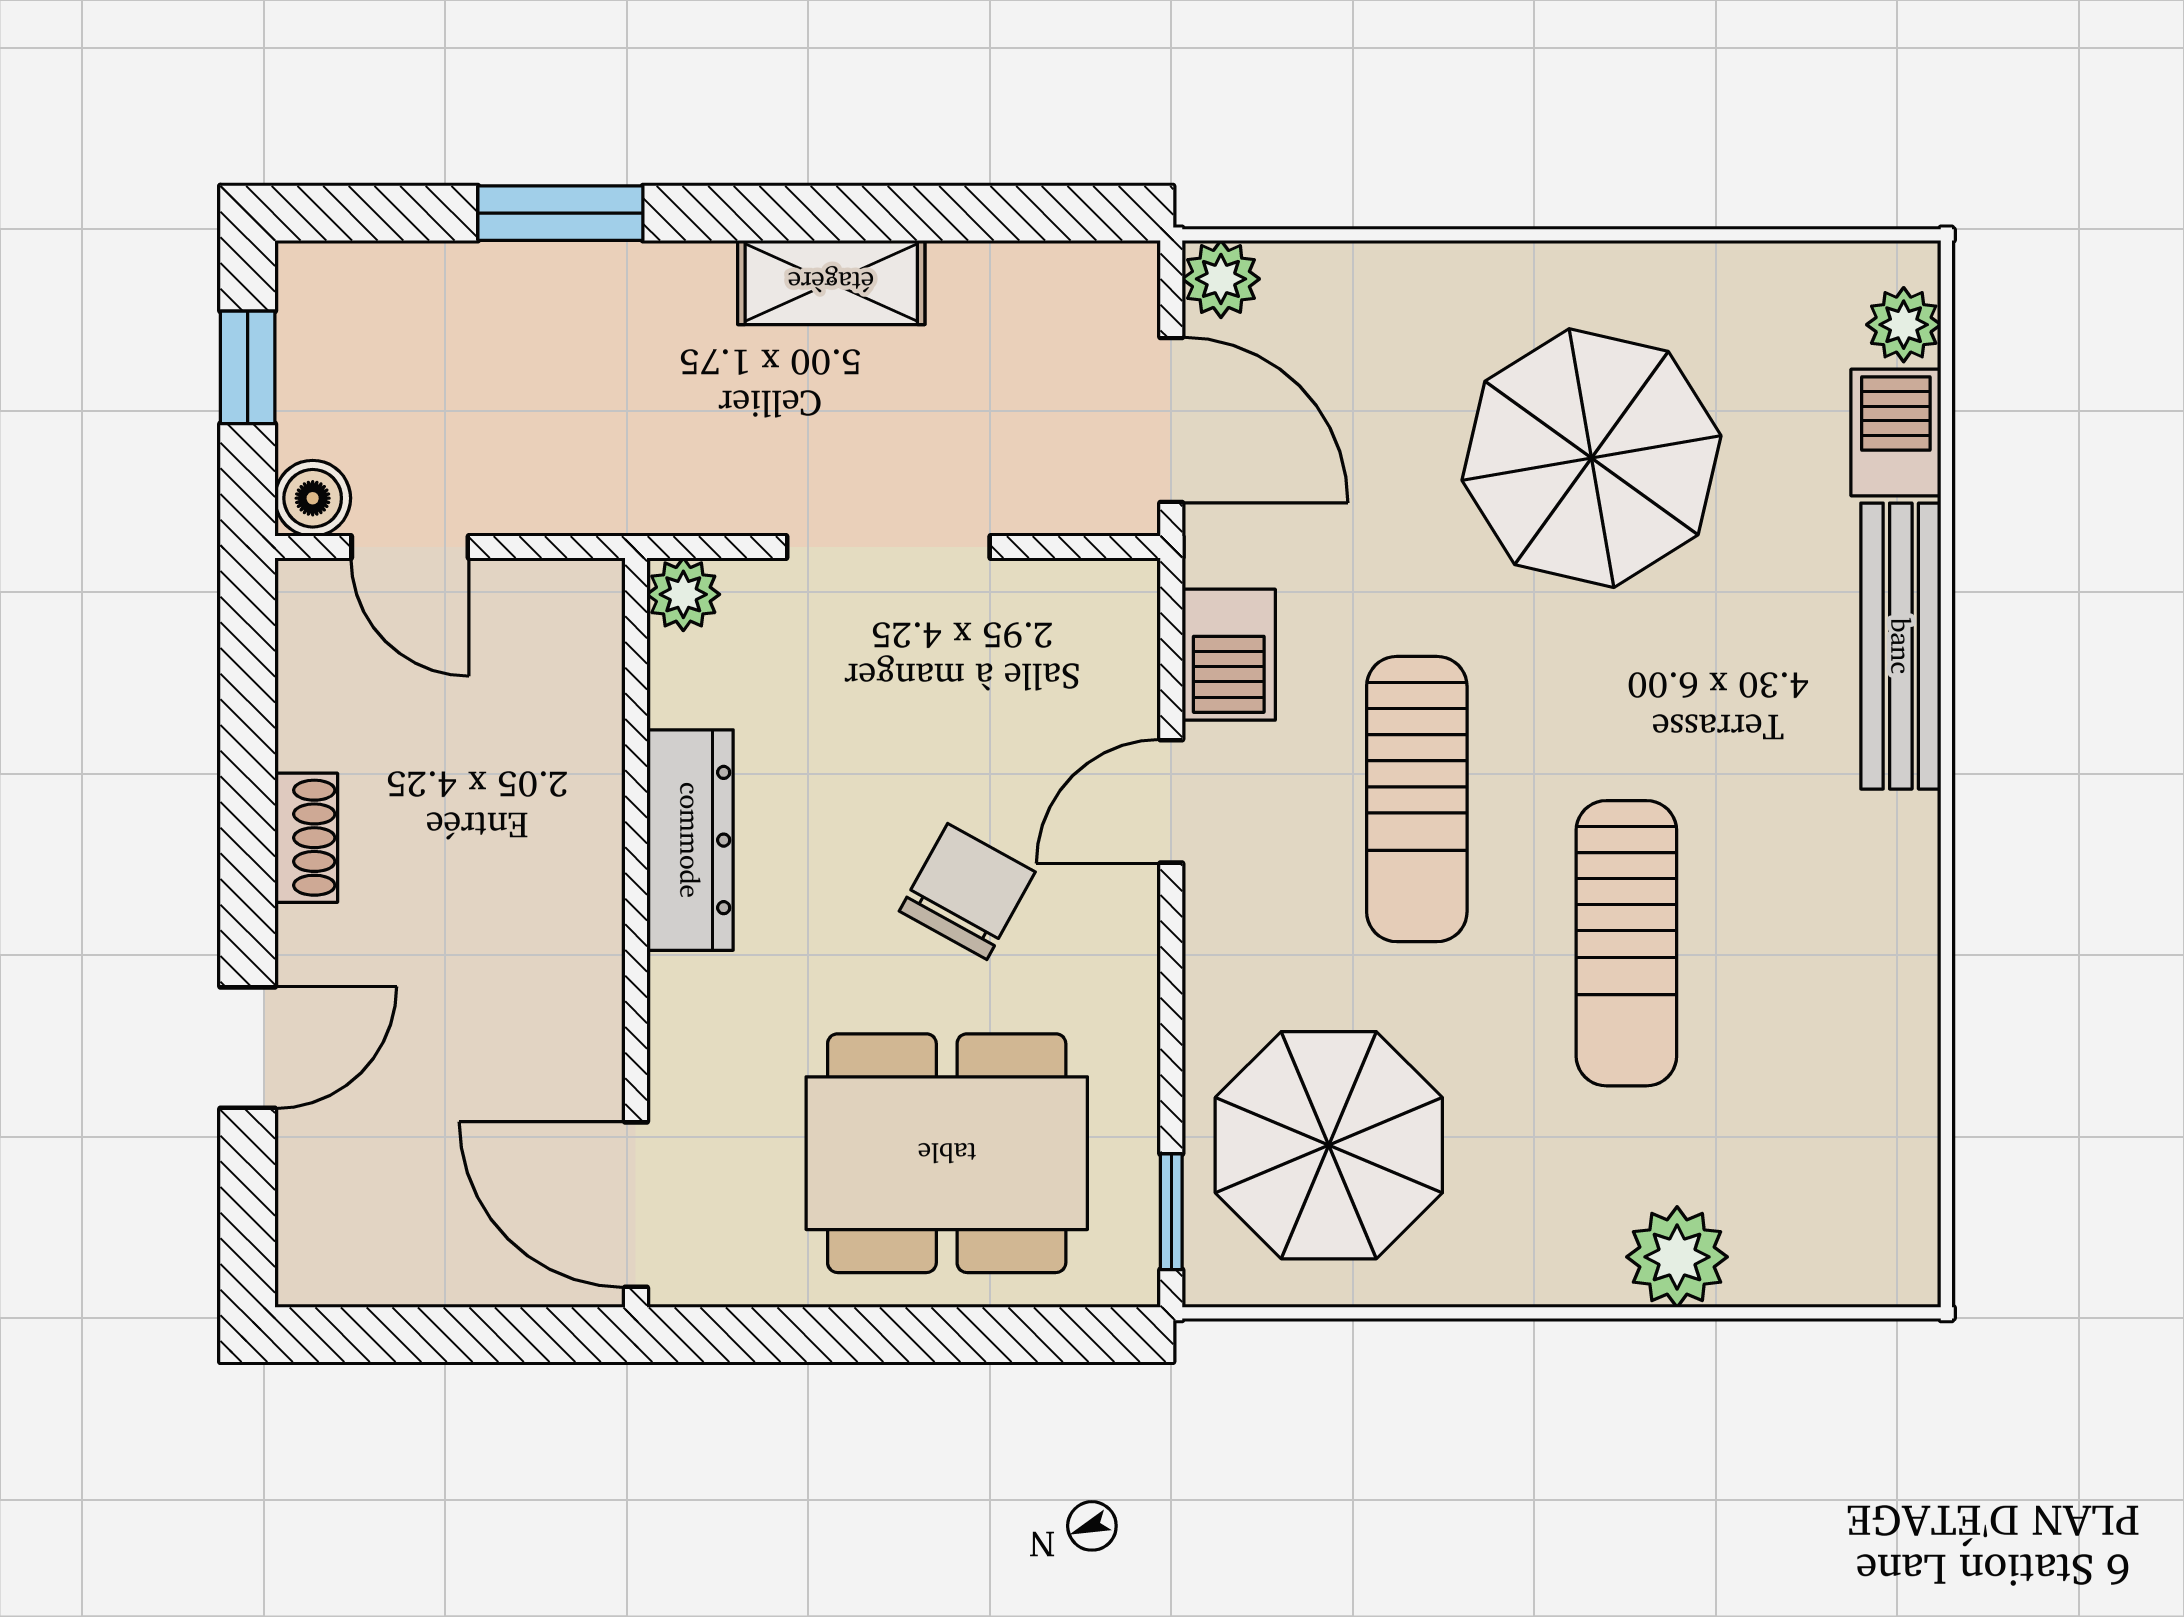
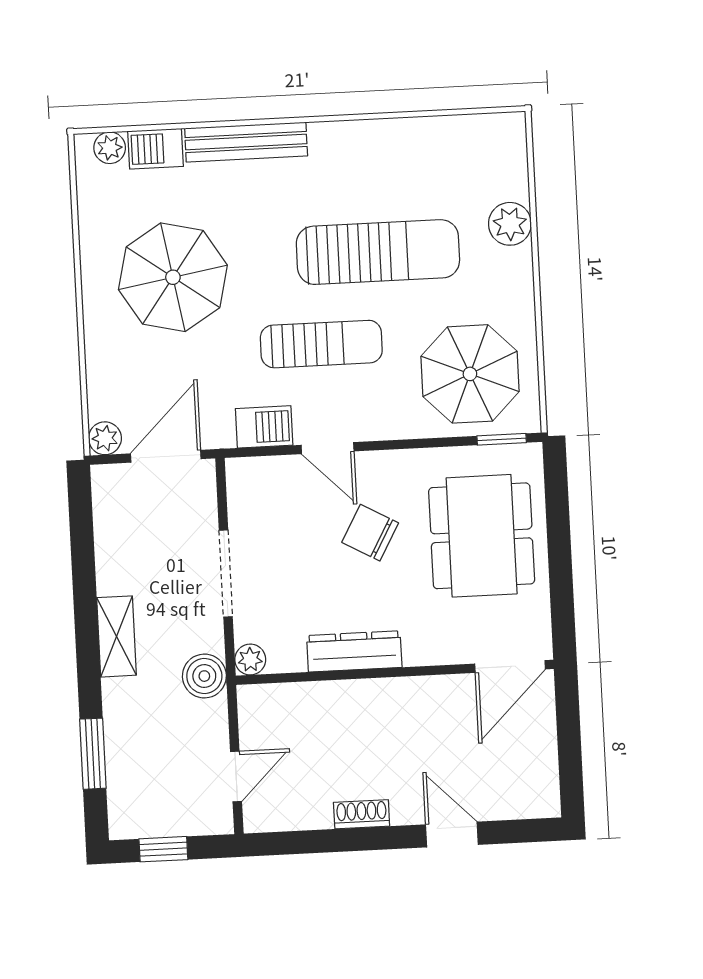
window: (560, 213) -> (93, 754), moved
shelving: (831, 282) -> (116, 636), moved
boiler: (313, 498) -> (204, 676), moved, width x1.36, depth x1.36
sun lounger: (1626, 943) -> (378, 252), width x1.36, depth x1.34

